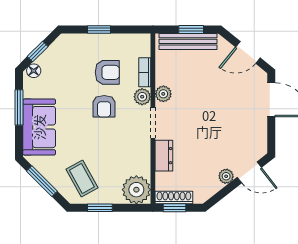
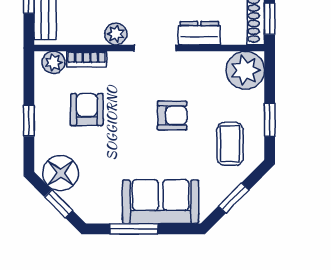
floor lamp: (34, 71) -> (61, 173), moved, width x1.89, depth x1.89
plant: (142, 97) -> (53, 62), moved
armchair: (104, 106) -> (172, 115), moved
coffee table: (82, 178) -> (230, 144), turned -61
window: (42, 181) -> (234, 198), width x0.67

